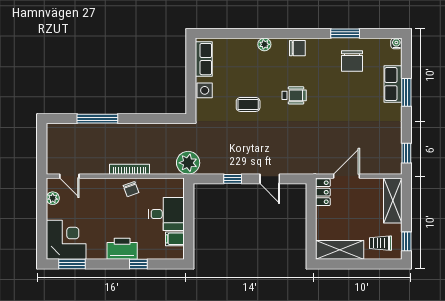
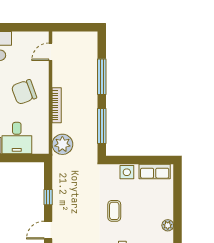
window: (153, 119) -> (102, 126), added
plant: (188, 163) -> (62, 144), moved
chair: (131, 189) -> (24, 92), moved, width x1.87, depth x1.87
plant: (53, 198) -> (31, 37), removed

